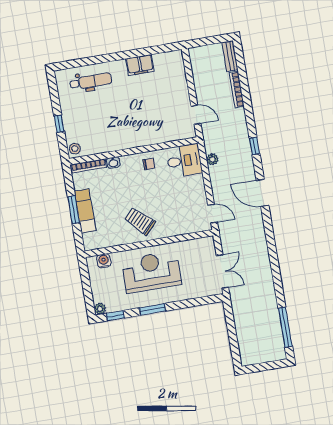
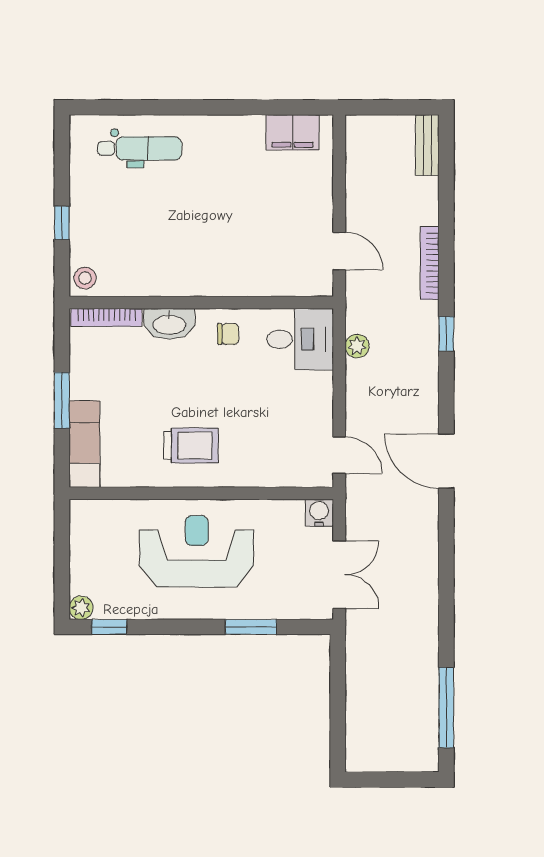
filing cabinet: (140, 65) -> (293, 132), moved
bookcase: (237, 89) -> (430, 263), moved
washbasin: (113, 163) -> (169, 324), width x1.91, depth x1.45
door: (262, 193) -> (446, 461), moved
exam couch: (85, 211) -> (84, 444), moved
trolley: (140, 221) -> (191, 445), turned 136
water cooler: (104, 261) -> (319, 513), moved
window: (153, 309) -> (251, 627), moved

